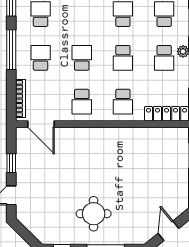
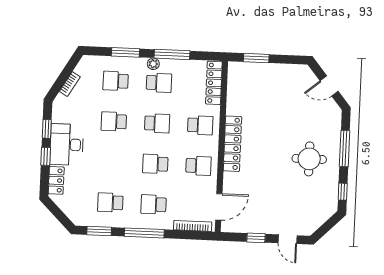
locker: (106, 135) -> (232, 144), added

